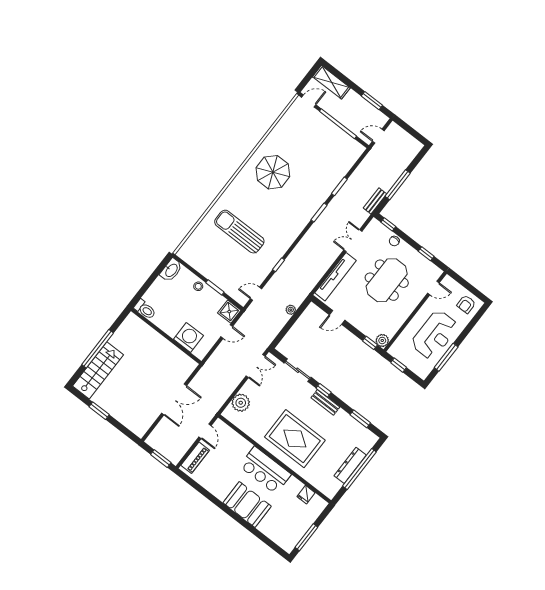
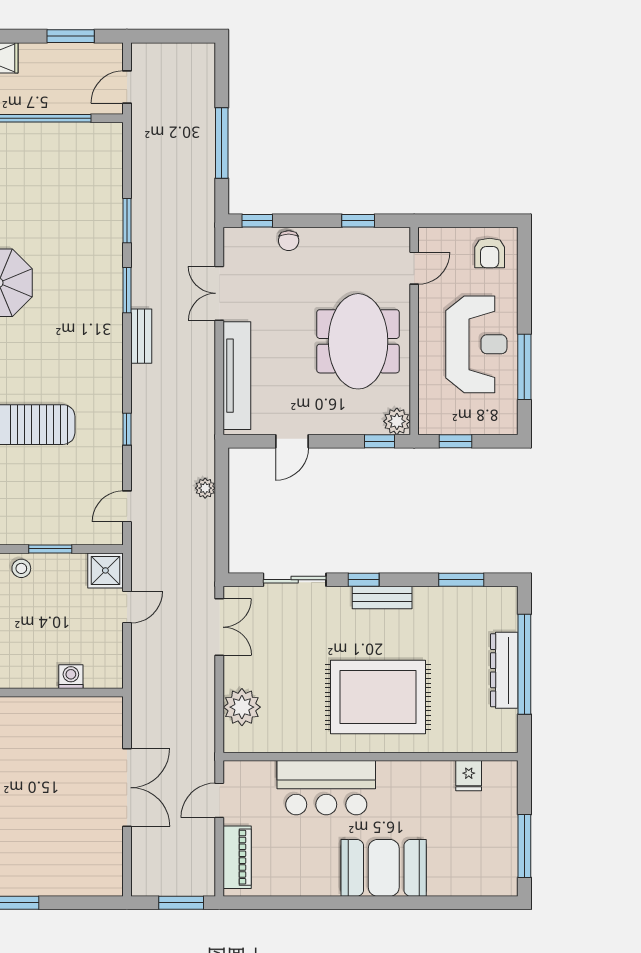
bench: (375, 201) -> (141, 336), moved
meeting table: (387, 280) -> (358, 341), moved
washing machine: (188, 337) -> (71, 677), width x0.53, depth x0.53
door: (205, 431) -> (219, 800), swing flipped
bar counter: (265, 470) -> (326, 788), moved

